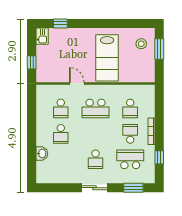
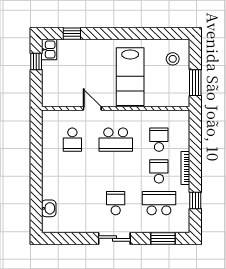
window: (159, 49) -> (195, 83), moved
window: (32, 62) -> (36, 61), moved
school desk: (130, 108) -> (159, 140), turned 180
school desk: (61, 134) -> (72, 171), removed
washbasin: (42, 153) -> (49, 208), moved
school desk: (95, 159) -> (116, 203), turned 180

